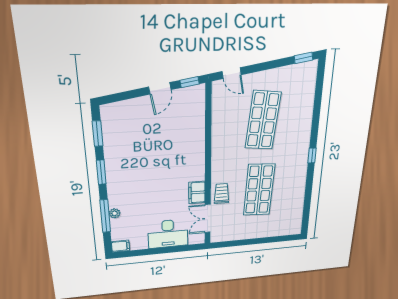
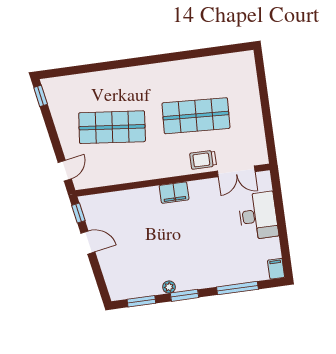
window: (312, 155) -> (149, 60), removed
filing cabinet: (197, 192) -> (174, 193), moved
plant: (115, 213) -> (169, 287), moved

